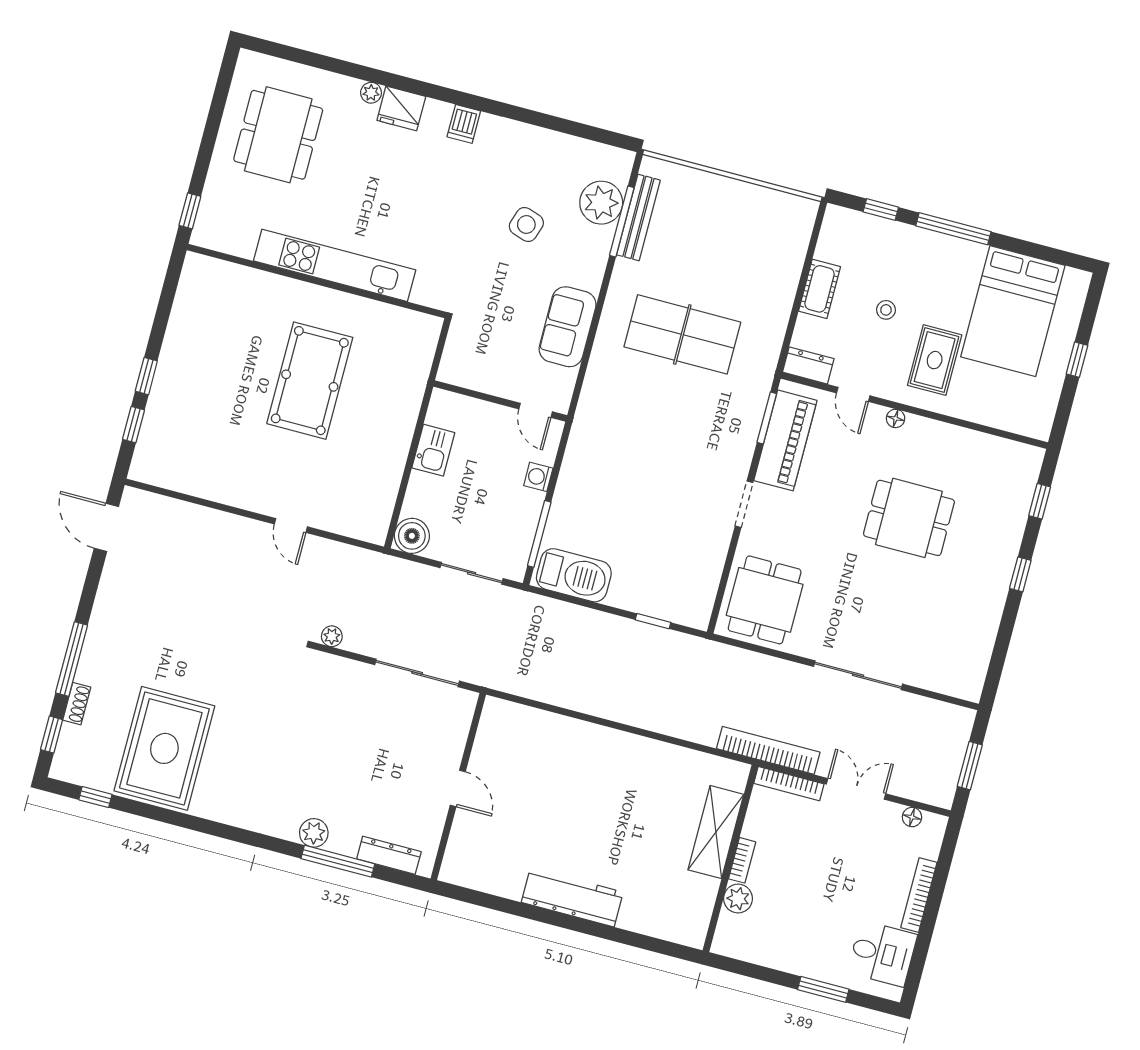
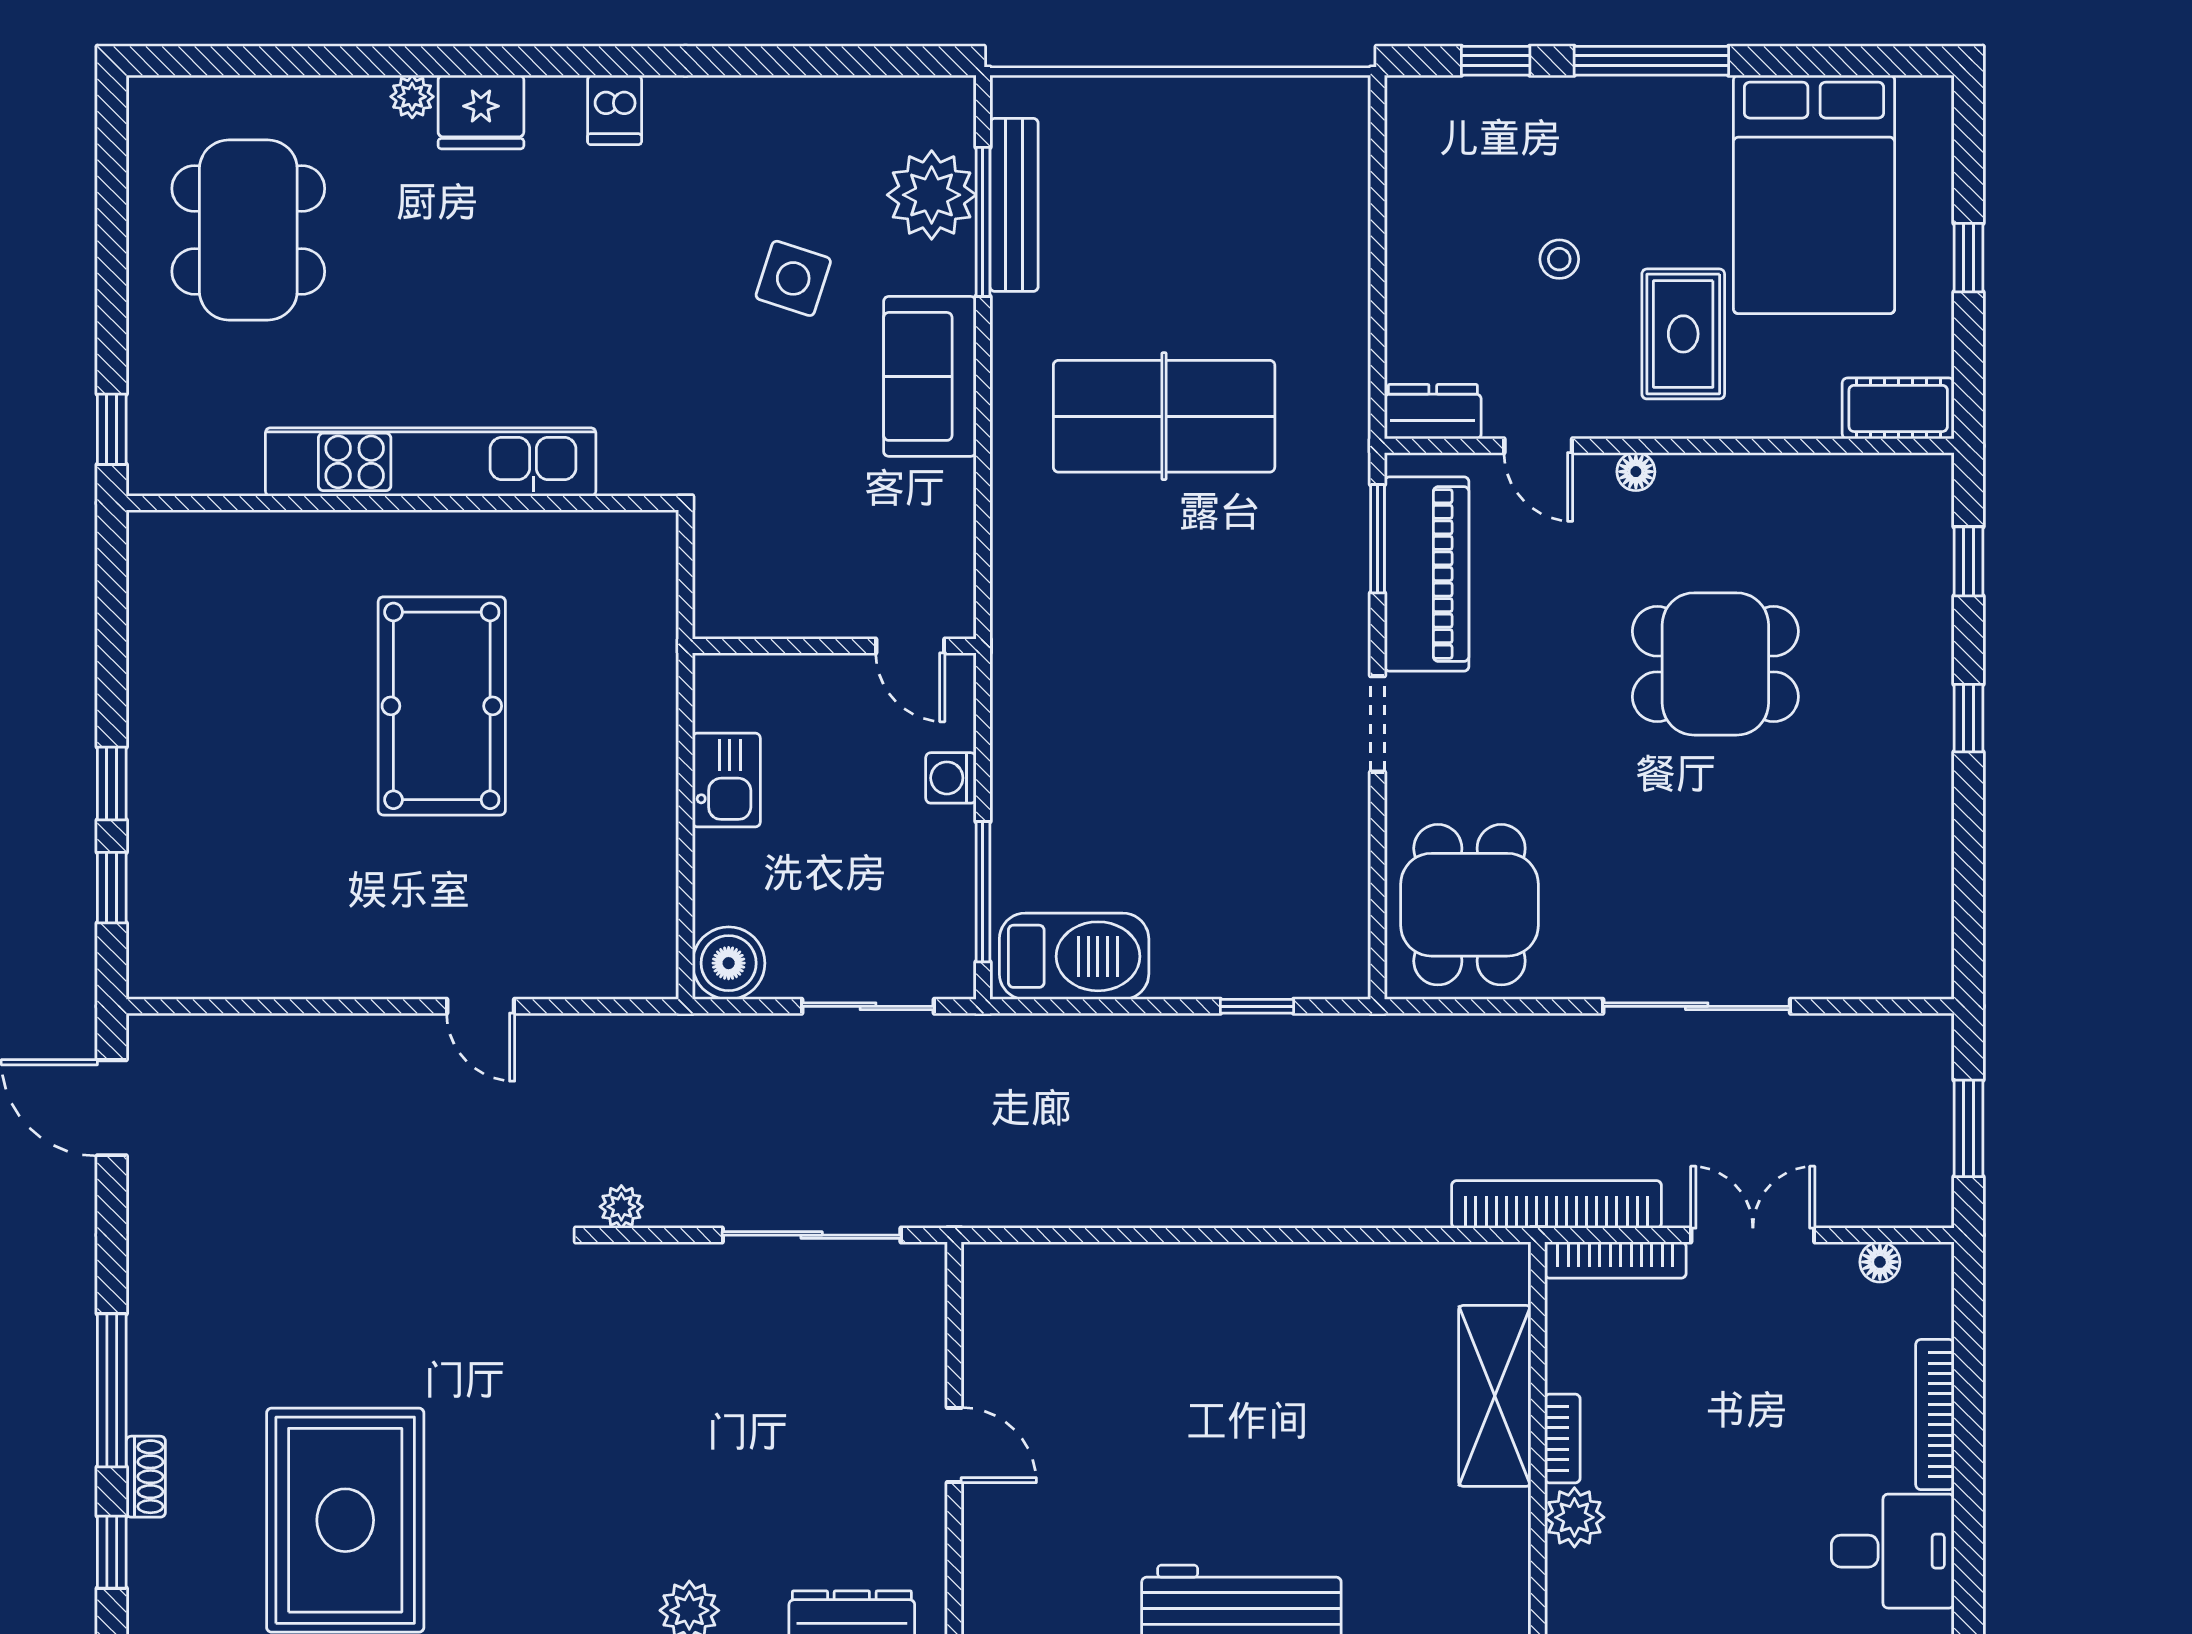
cot: (820, 289) -> (1898, 408), moved, turned 90
sofa: (568, 327) -> (930, 376), moved

